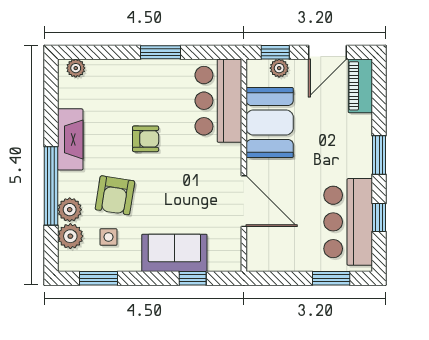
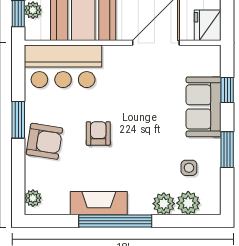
window: (51, 186) -> (115, 221), moved
armchair: (115, 195) -> (44, 141), moved
fridge: (263, 257) -> (208, 25), added
window: (98, 278) -> (227, 150), moved

